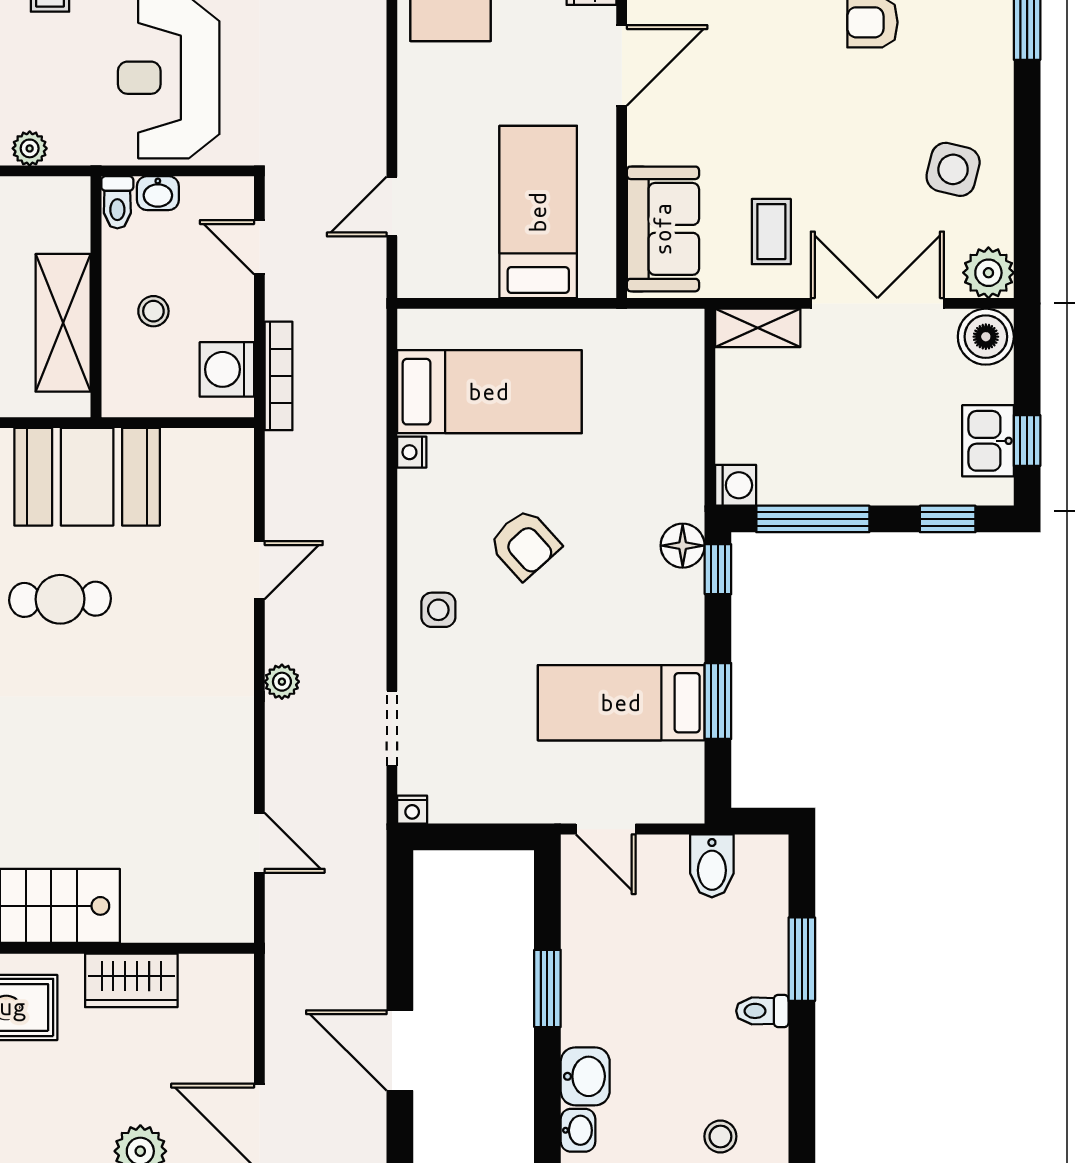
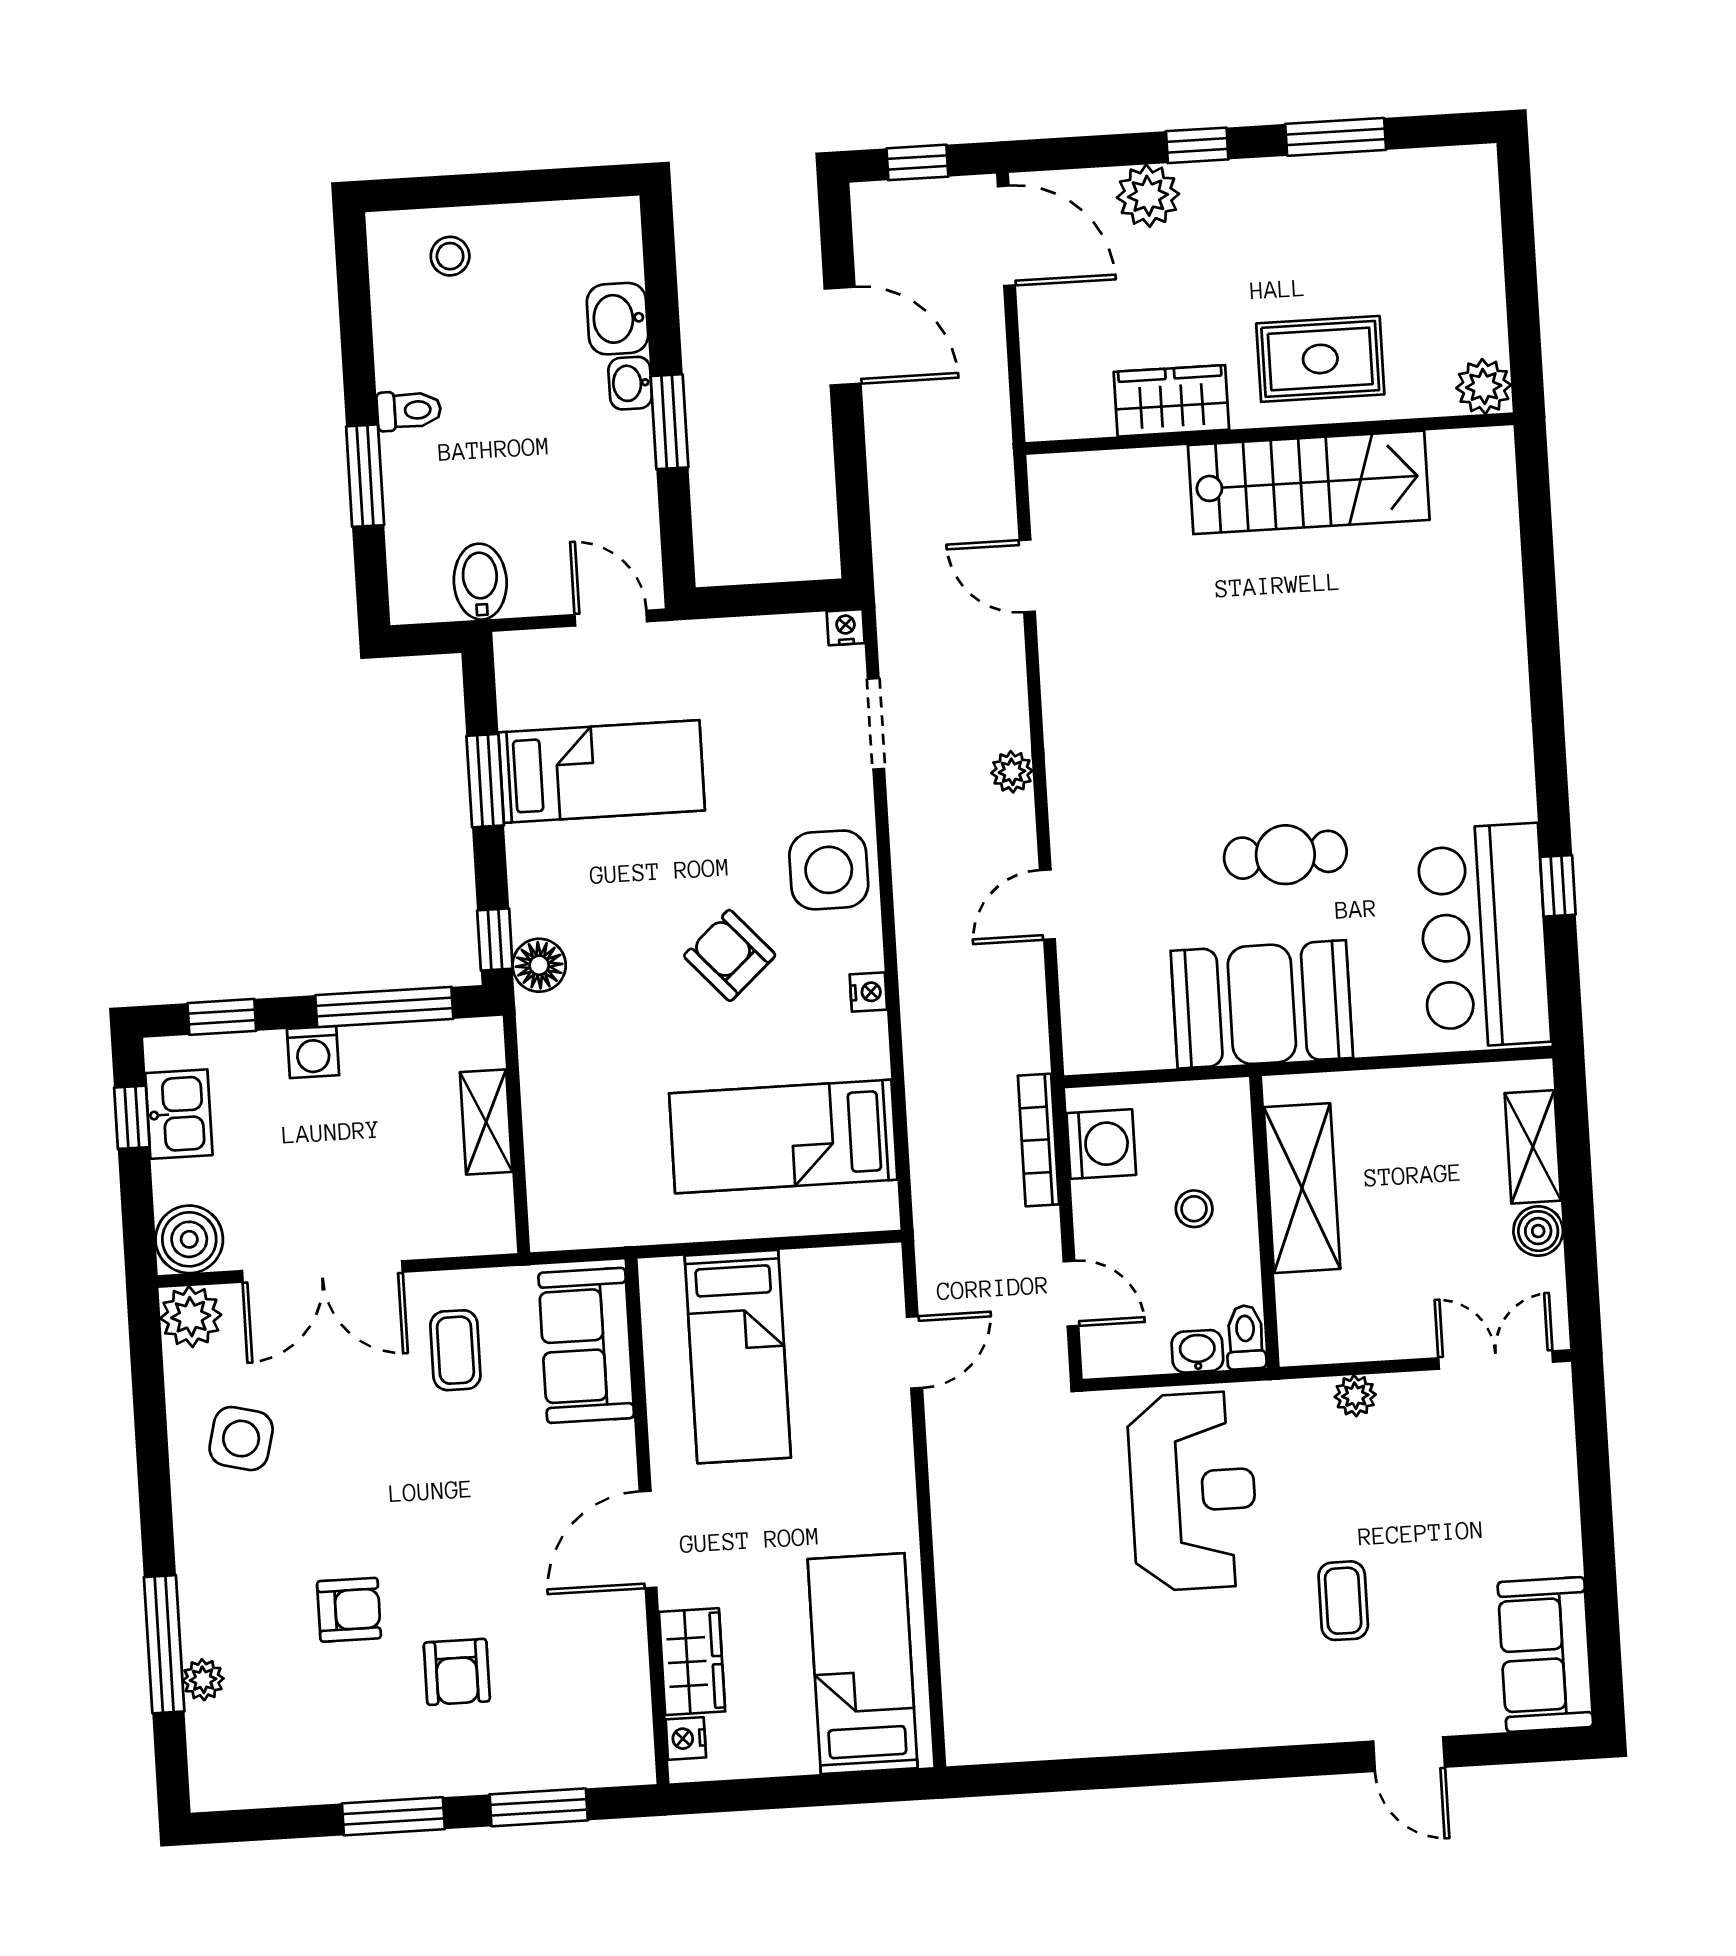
shelving: (758, 328) -> (486, 1122), moved, turned 90
nightstand: (412, 452) -> (868, 992), moved
washing machine: (736, 485) -> (313, 1052), moved, turned -90
side table: (438, 610) -> (829, 870), width x1.87, depth x1.87
washbasin: (578, 1130) -> (630, 383), moved

